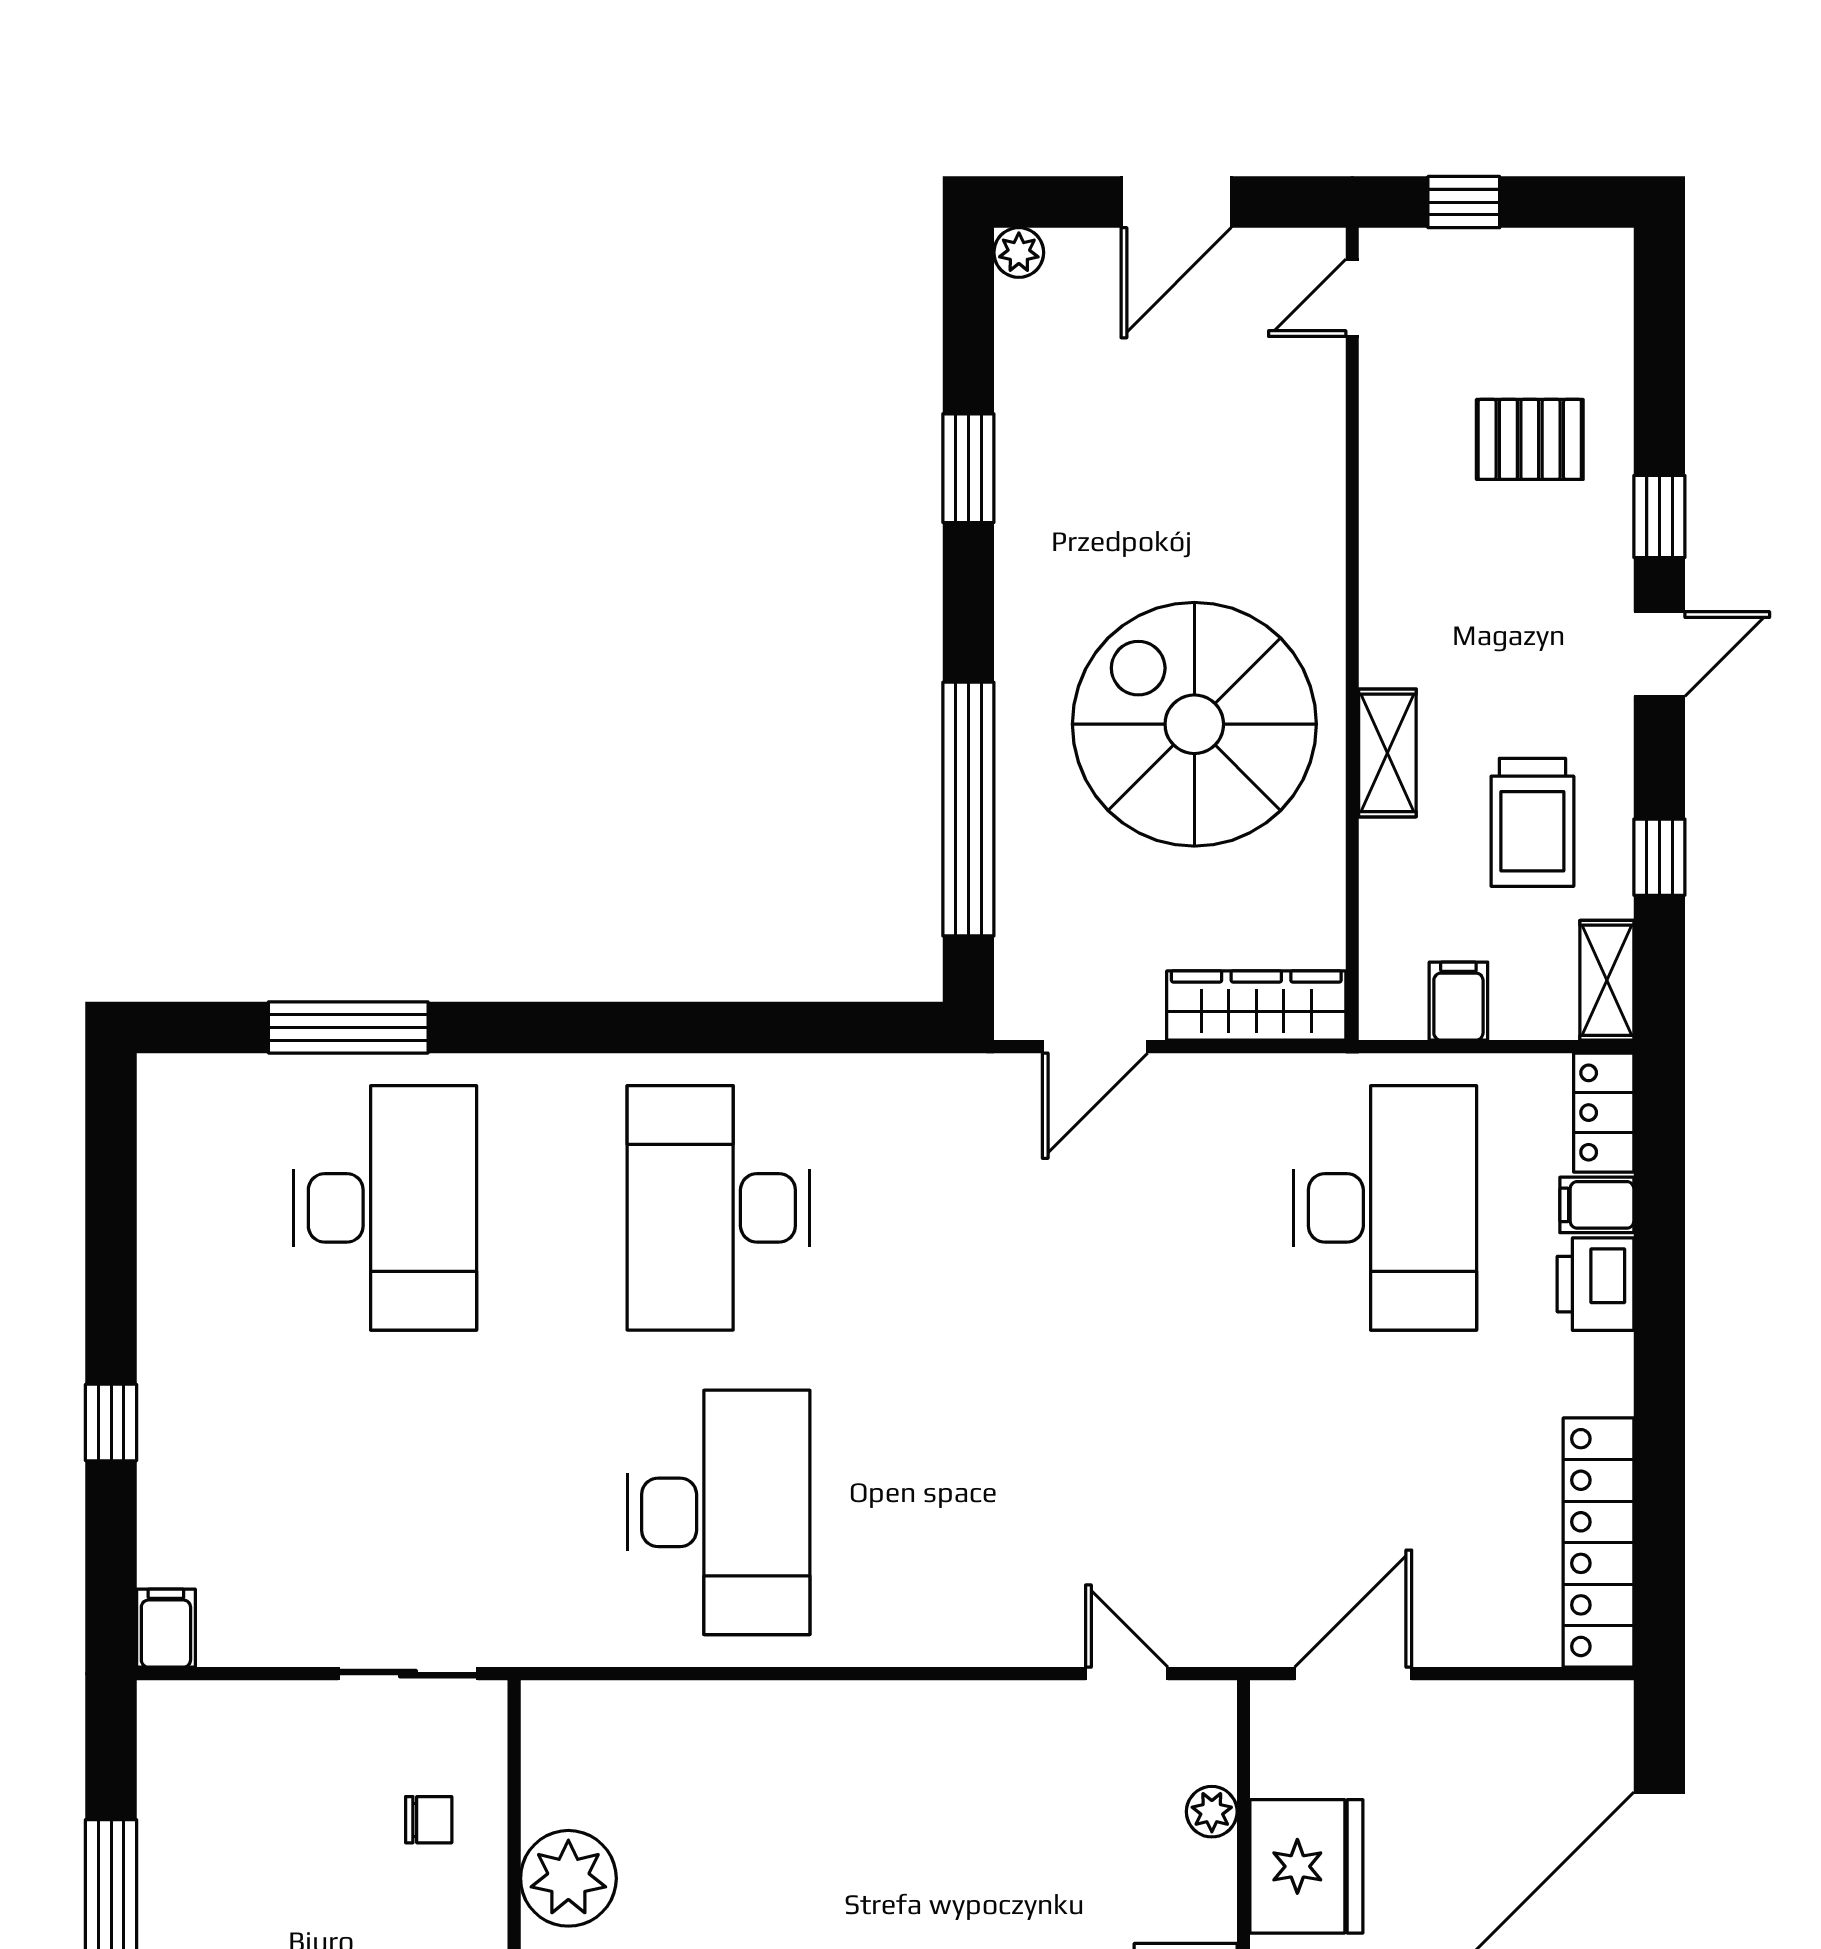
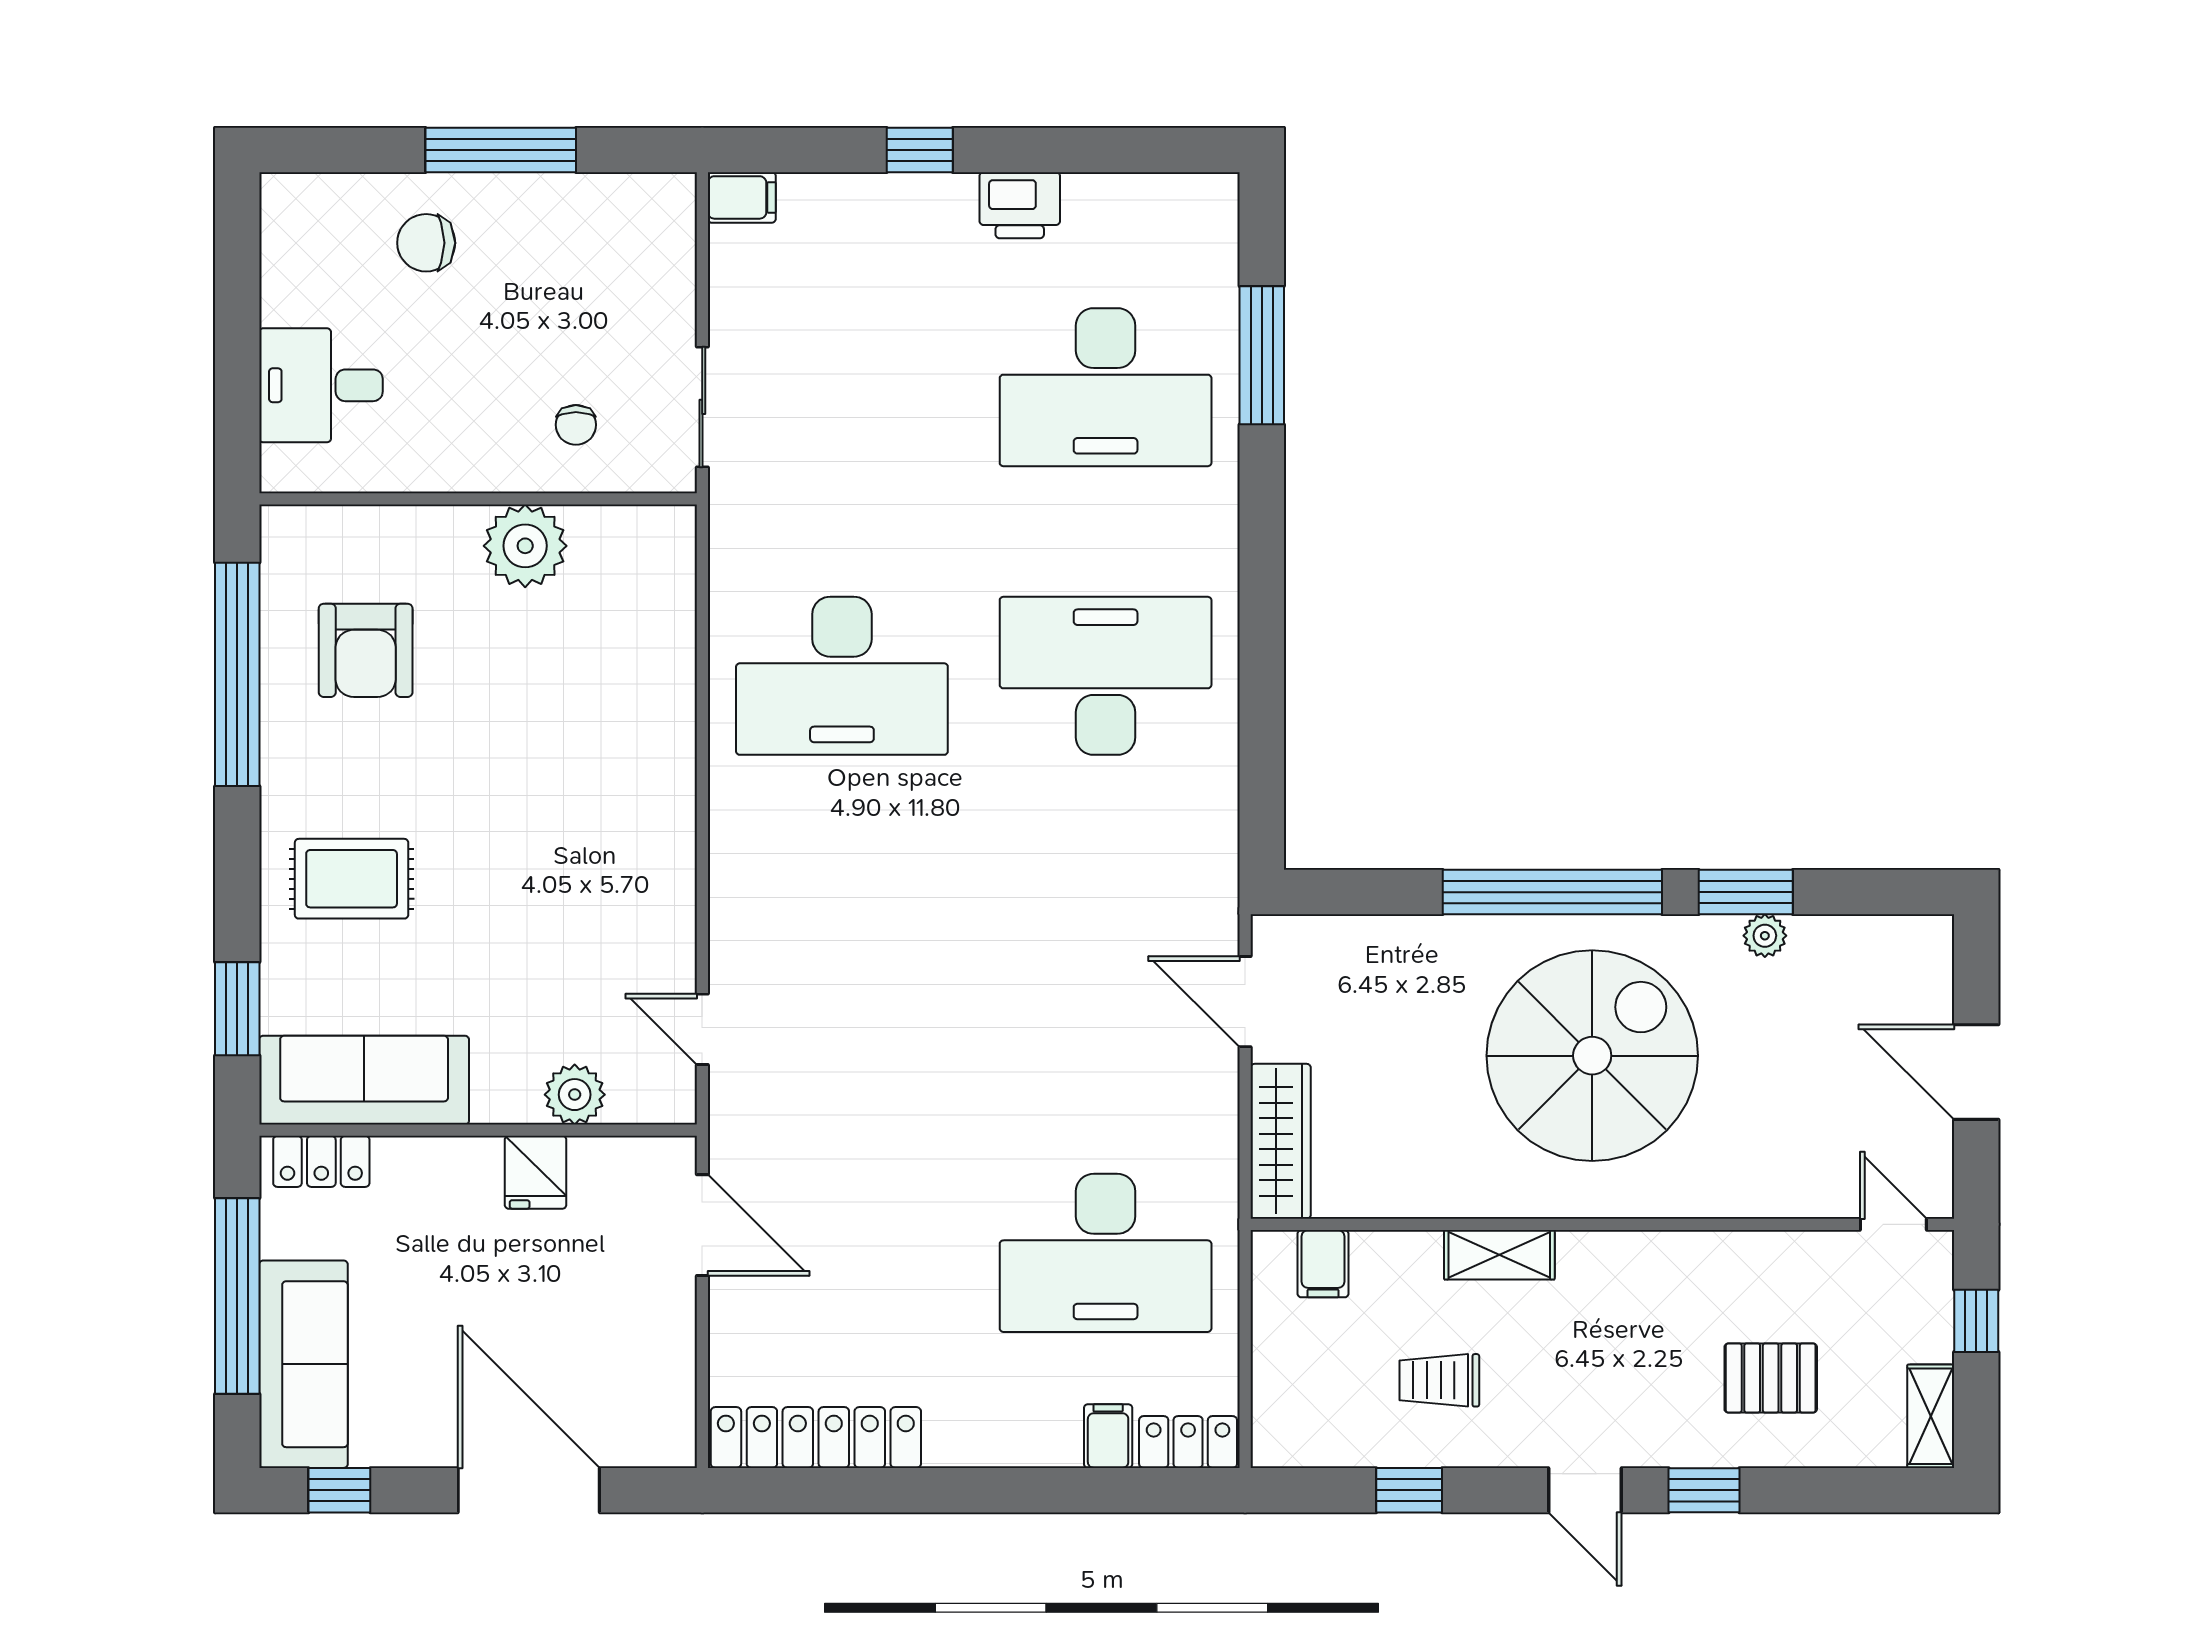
plant: (1019, 253) -> (1765, 936), moved
pallet: (1530, 439) -> (1771, 1378), turned 90
spiral stairs: (1194, 724) -> (1592, 1056), moved
window: (968, 809) -> (1552, 892), moved
trolley: (1532, 822) -> (1439, 1380), width x0.73, depth x0.72
shelving: (1607, 980) -> (1931, 1416), moved, turned 90
filing cabinet: (1458, 1001) -> (1323, 1264), moved, turned 90
printer: (1595, 1284) -> (1020, 205), moved, turned 180
door: (1127, 1674) -> (702, 1029), swing flipped
plant: (1212, 1812) -> (575, 1095), width x1.38, depth x1.38
fridge: (1306, 1866) -> (536, 1172), width x0.53, depth x0.75

